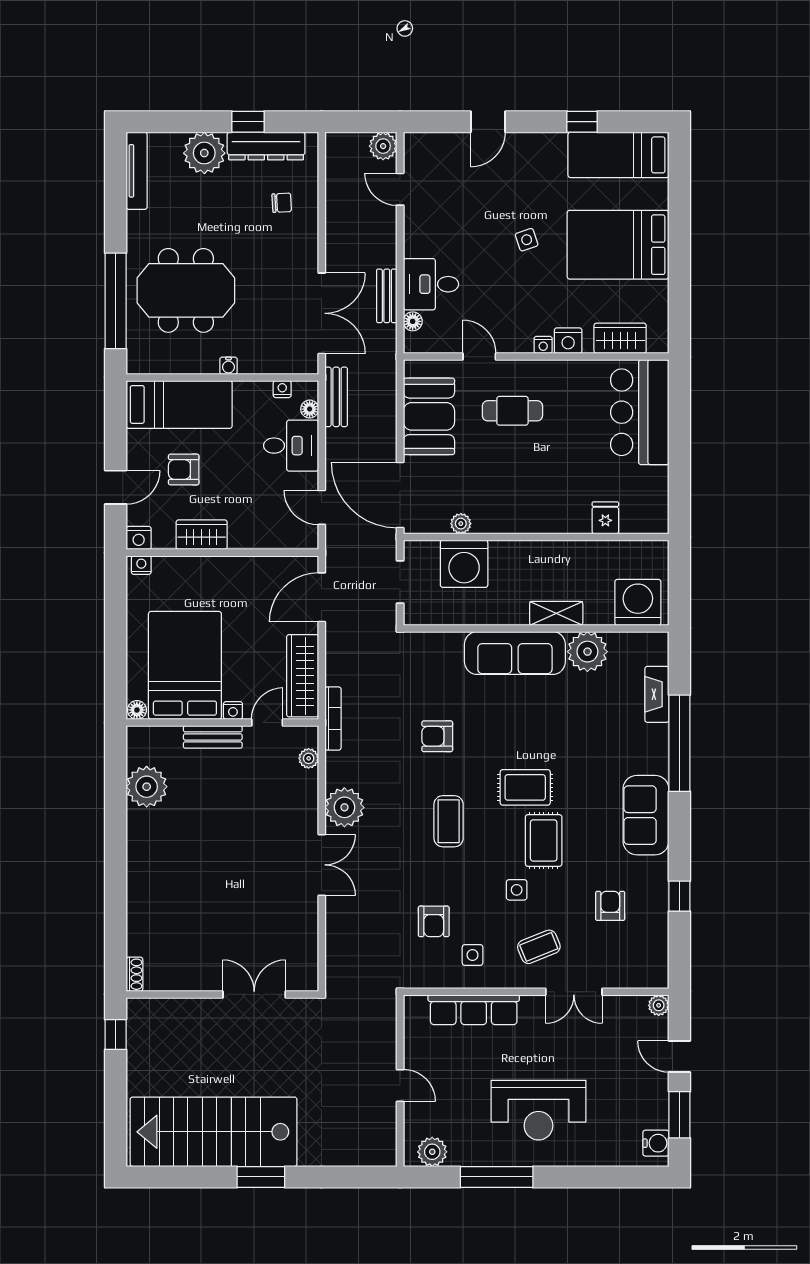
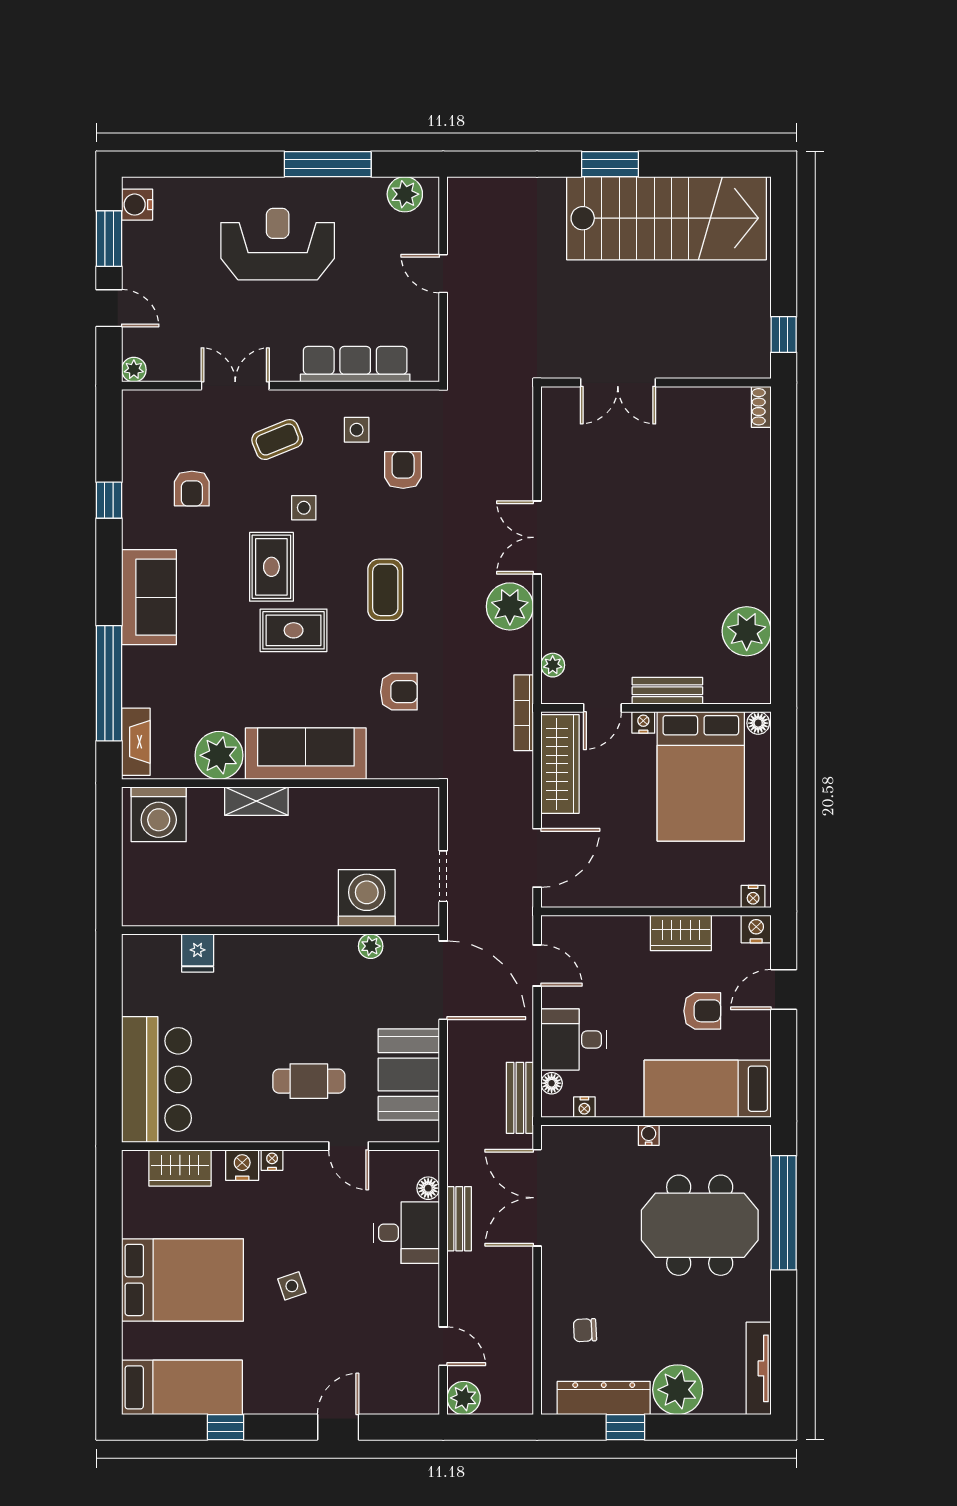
washing machine: (638, 602) -> (159, 814), moved
shelving: (556, 613) -> (256, 801), moved
wall: (536, 628) -> (281, 783), moved
plant: (587, 652) -> (219, 755), moved
sofa: (515, 653) -> (306, 754), moved

